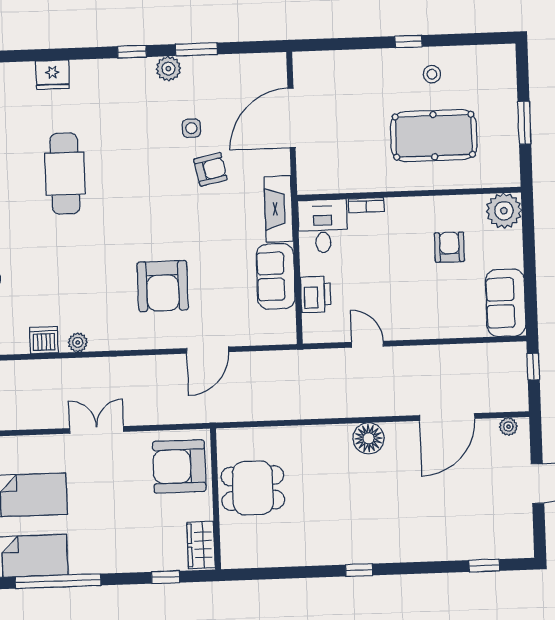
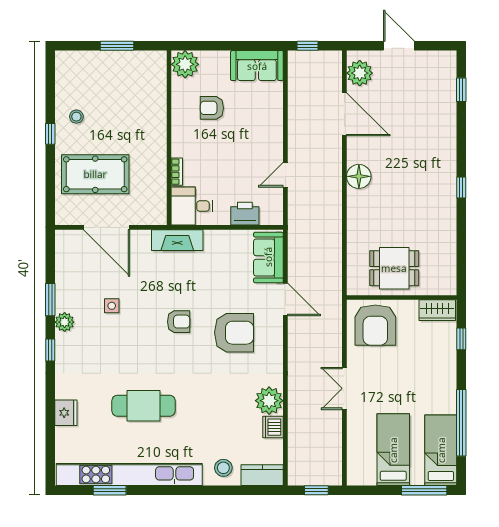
pool table: (434, 136) -> (95, 174), moved, turned 90
armchair: (210, 169) -> (179, 322), moved, turned 102
sofa: (276, 276) -> (268, 257), moved, turned 90
plant: (78, 342) -> (269, 401), width x1.87, depth x1.87
plant: (508, 427) -> (360, 73), width x1.88, depth x1.88
dining table: (253, 488) -> (394, 268), turned 90

